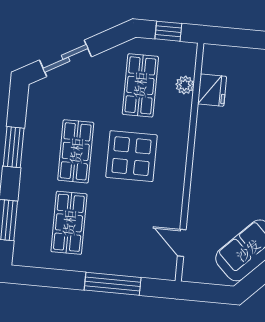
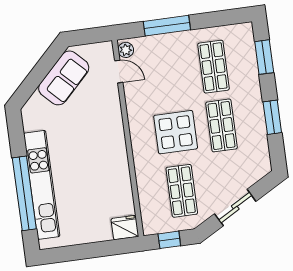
sliding door: (66, 58) -> (235, 208), moved
plant: (185, 85) -> (126, 50), moved
fridge: (212, 90) -> (125, 228), moved, turned 90

